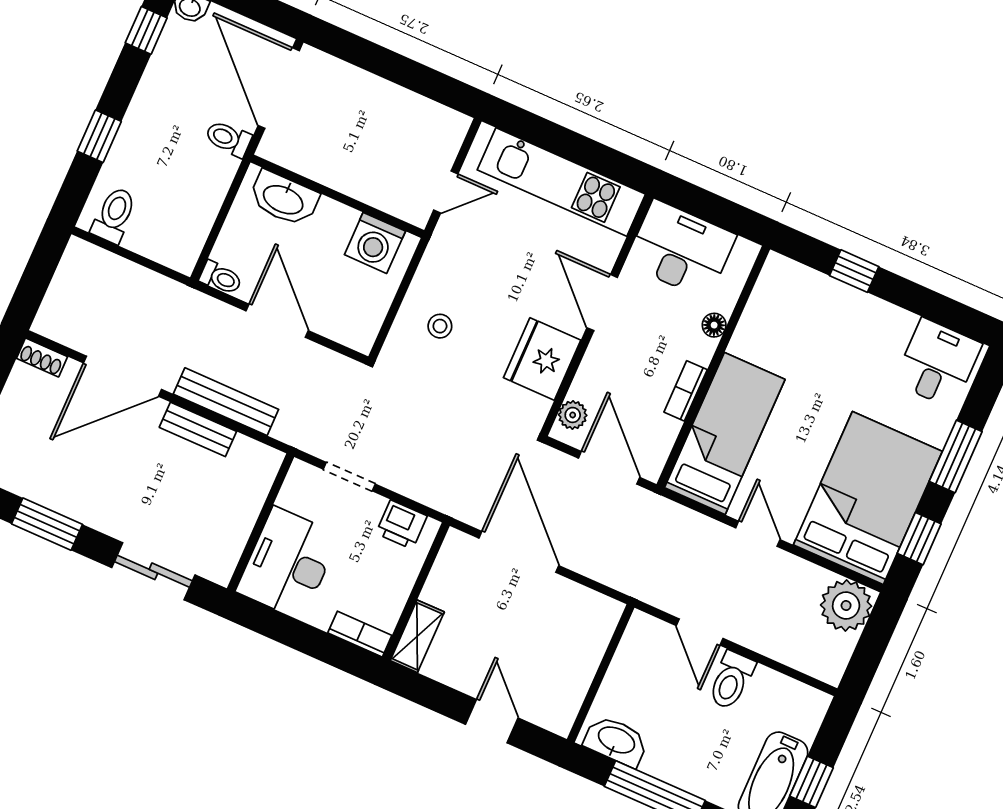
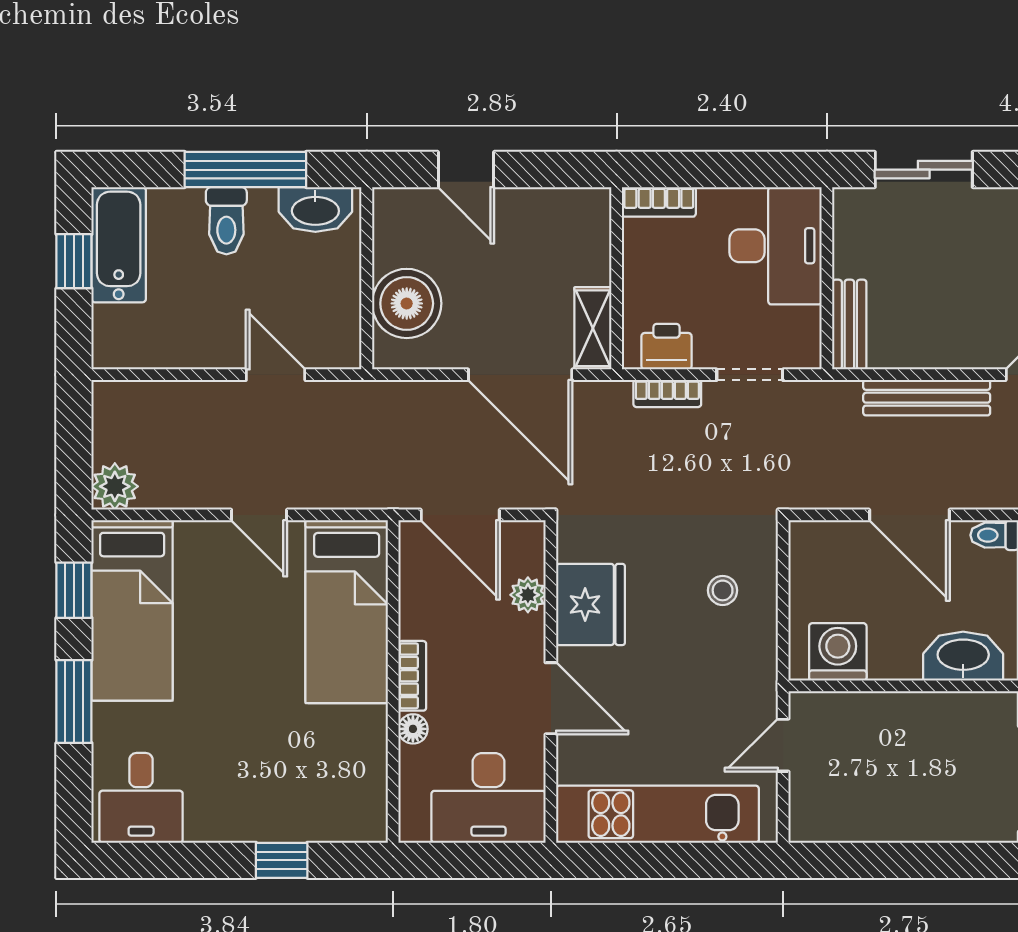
bookcase: (686, 391) -> (412, 676), moved
plant: (573, 415) -> (528, 595), moved
bench: (198, 429) -> (849, 325), moved, turned 90
bookcase: (416, 490) -> (667, 393), added
bed: (868, 498) -> (132, 610), width x0.67
plant: (846, 606) -> (115, 486), width x0.73, depth x0.73
shelving: (417, 636) -> (593, 328), moved
boiler: (579, 642) -> (407, 303), added
toilet: (731, 680) -> (226, 221), moved, turned 180

